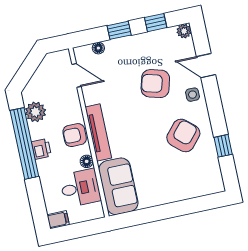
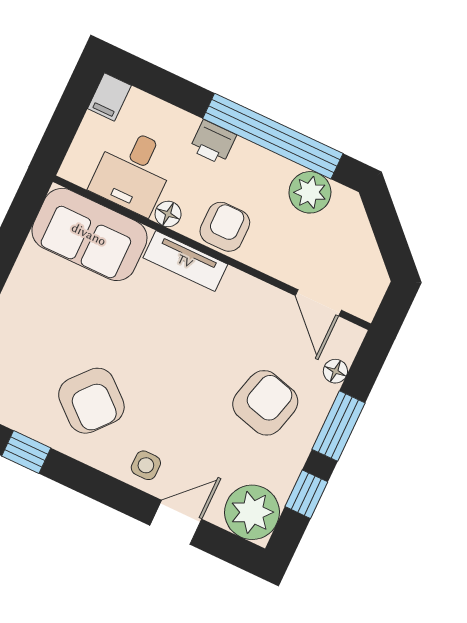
window: (119, 30) -> (339, 426), width x1.50
plant: (184, 31) -> (252, 512), width x1.87, depth x1.87
door: (77, 75) -> (318, 303), hinge flipped
armchair: (155, 84) -> (265, 403), moved
tv unit: (98, 132) -> (185, 261), width x0.71
printer: (41, 149) -> (213, 142), moved

